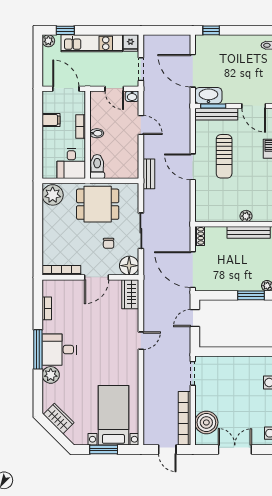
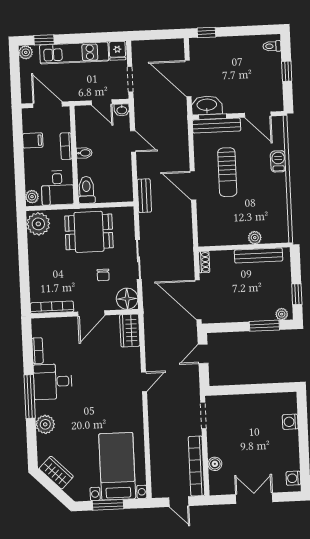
plant: (48, 170) -> (32, 197), added
desk: (59, 350) -> (53, 382), moved
boiler: (206, 422) -> (215, 464), width x0.54, depth x0.54

